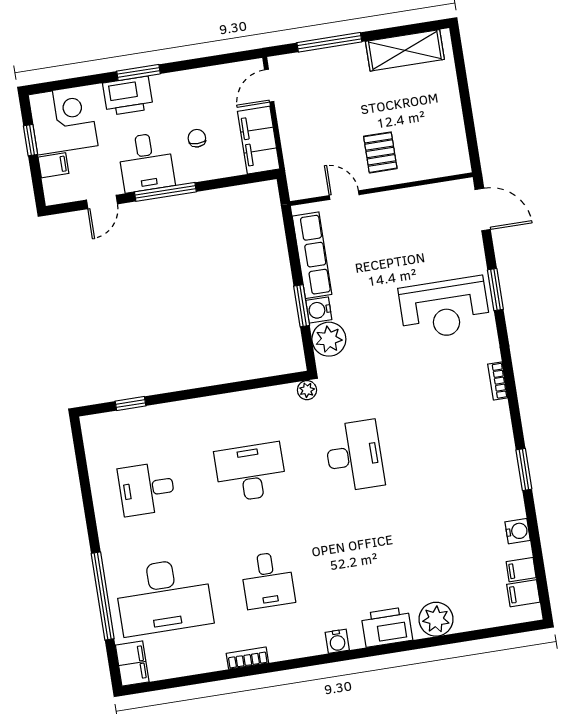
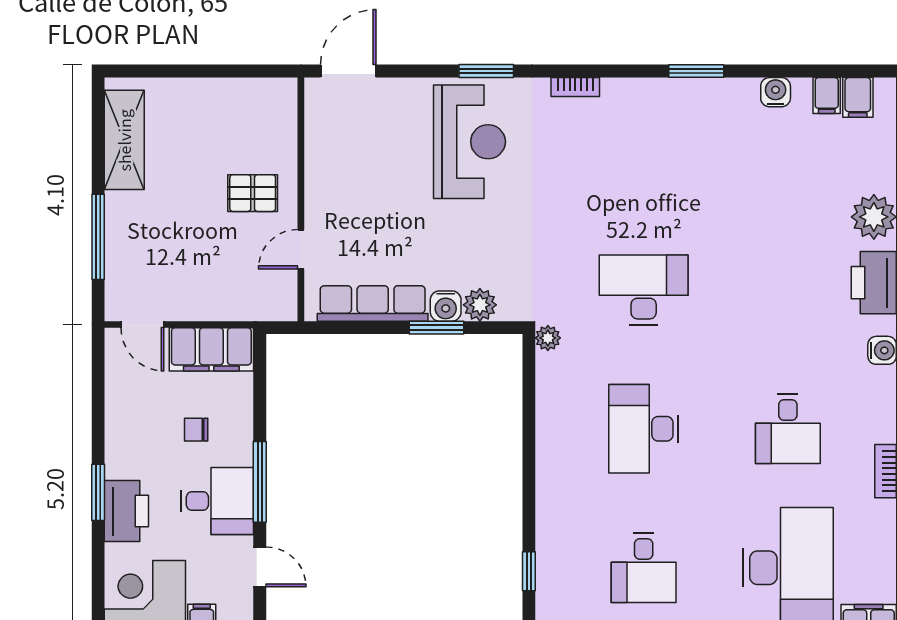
window: (495, 290) -> (486, 71), moved
plant: (329, 339) -> (480, 305), width x0.73, depth x0.73
desk: (268, 580) -> (788, 429), turned 90

